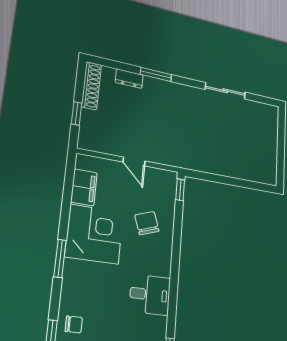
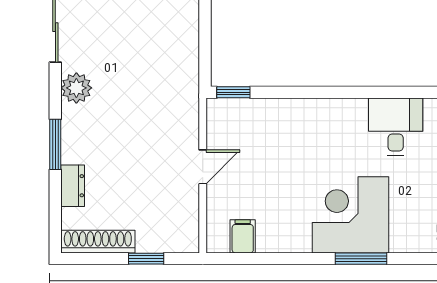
plant: (189, 95) -> (76, 88), added
filing cabinet: (84, 187) -> (243, 236), width x0.50
chair: (147, 223) -> (293, 140), removed
corner desk: (94, 234) -> (351, 215), moved

